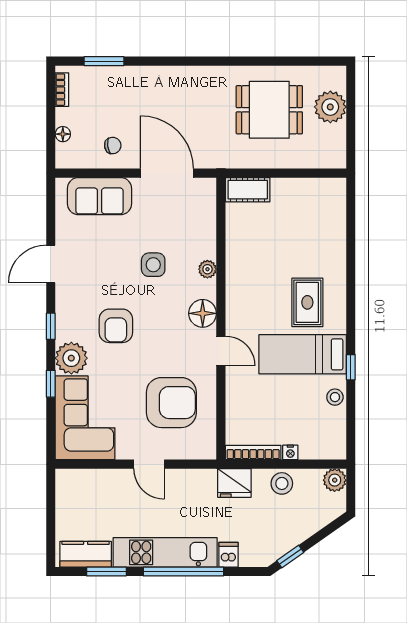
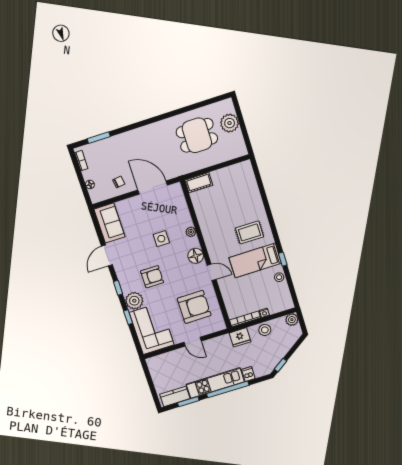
sofa: (100, 196) -> (109, 223), moved, turned -90
rug: (307, 302) -> (249, 232), turned 90
armchair: (116, 326) -> (152, 277), turned -90

